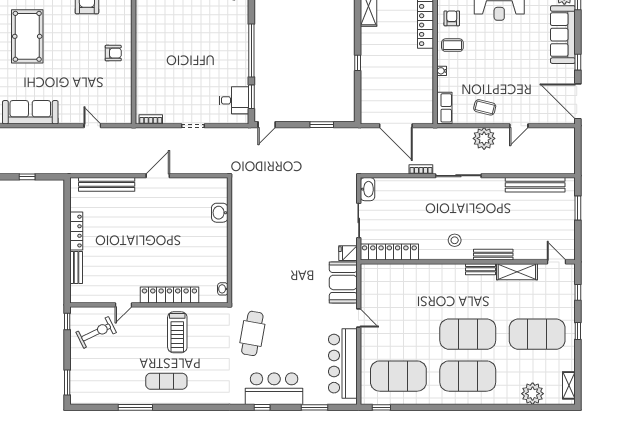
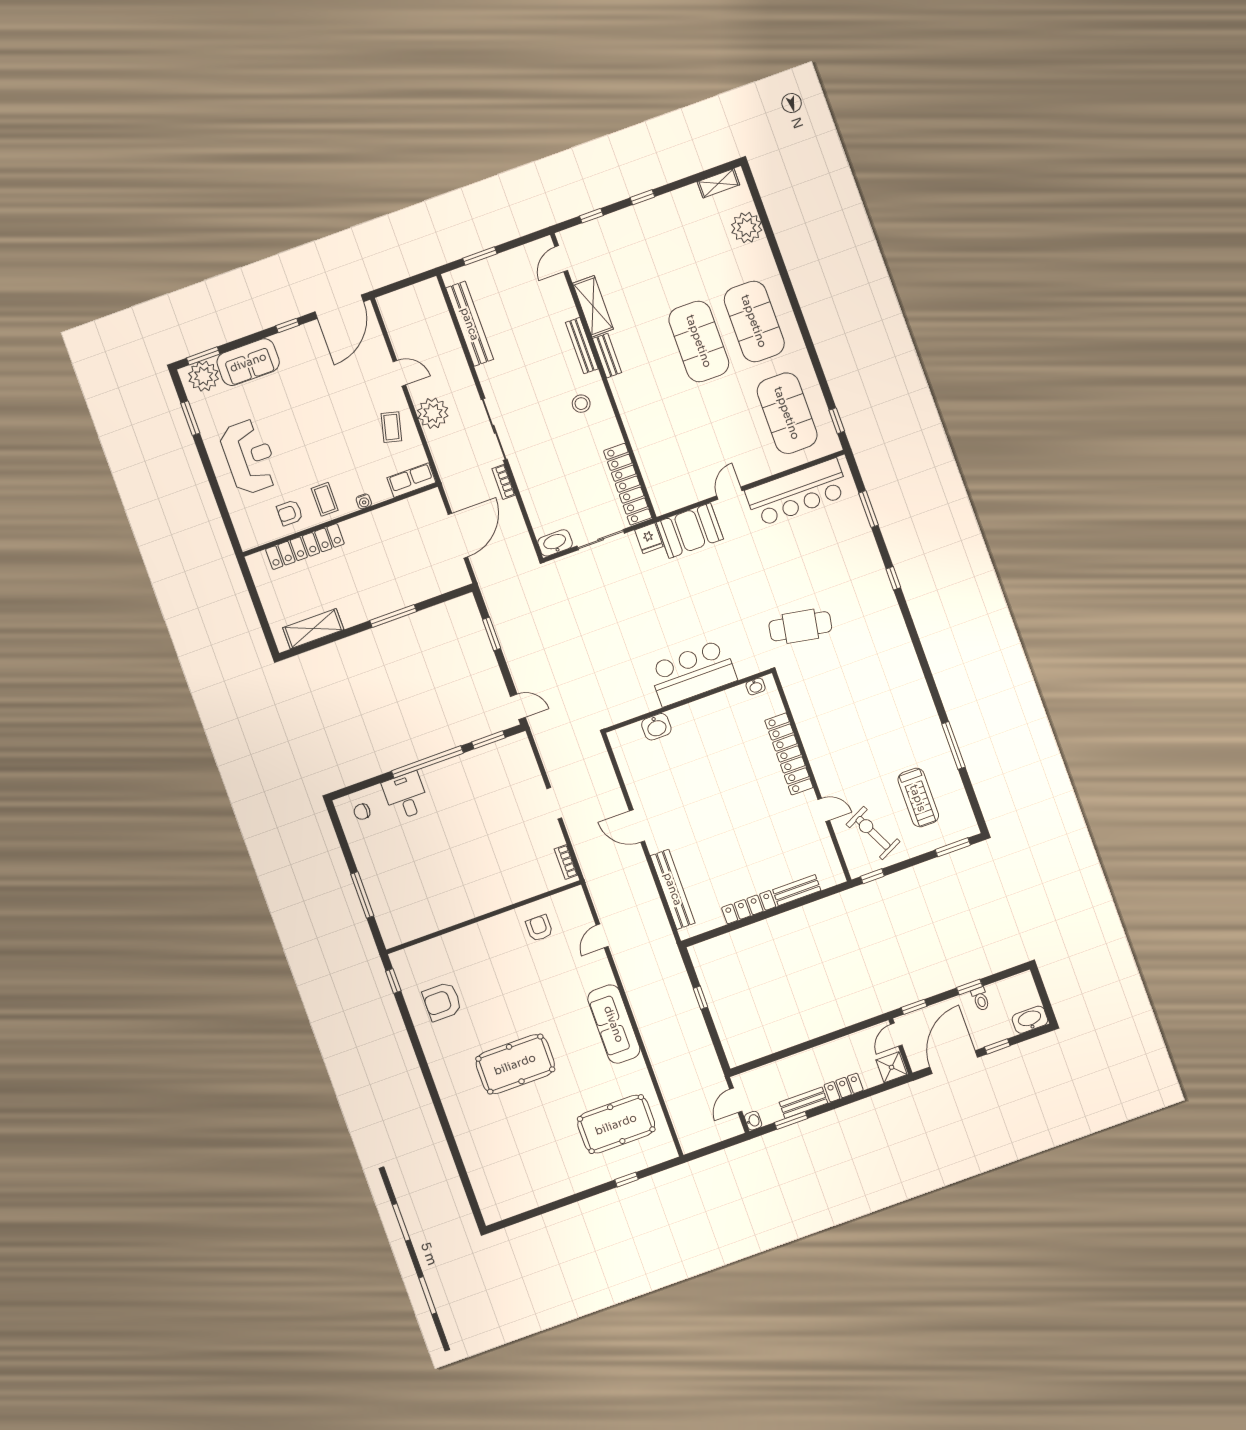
sofa: (563, 35) -> (248, 362), width x0.73
armchair: (113, 53) -> (539, 928), moved
window: (358, 63) -> (393, 616), width x2.17
desk: (234, 100) -> (406, 796), moved
treadmill: (177, 332) -> (918, 798), moved, turned 90
exercise mat: (537, 334) -> (666, 250), removed
exercise mat: (166, 381) -> (904, 717), removed
bar counter: (274, 389) -> (693, 673), moved, turned 90

